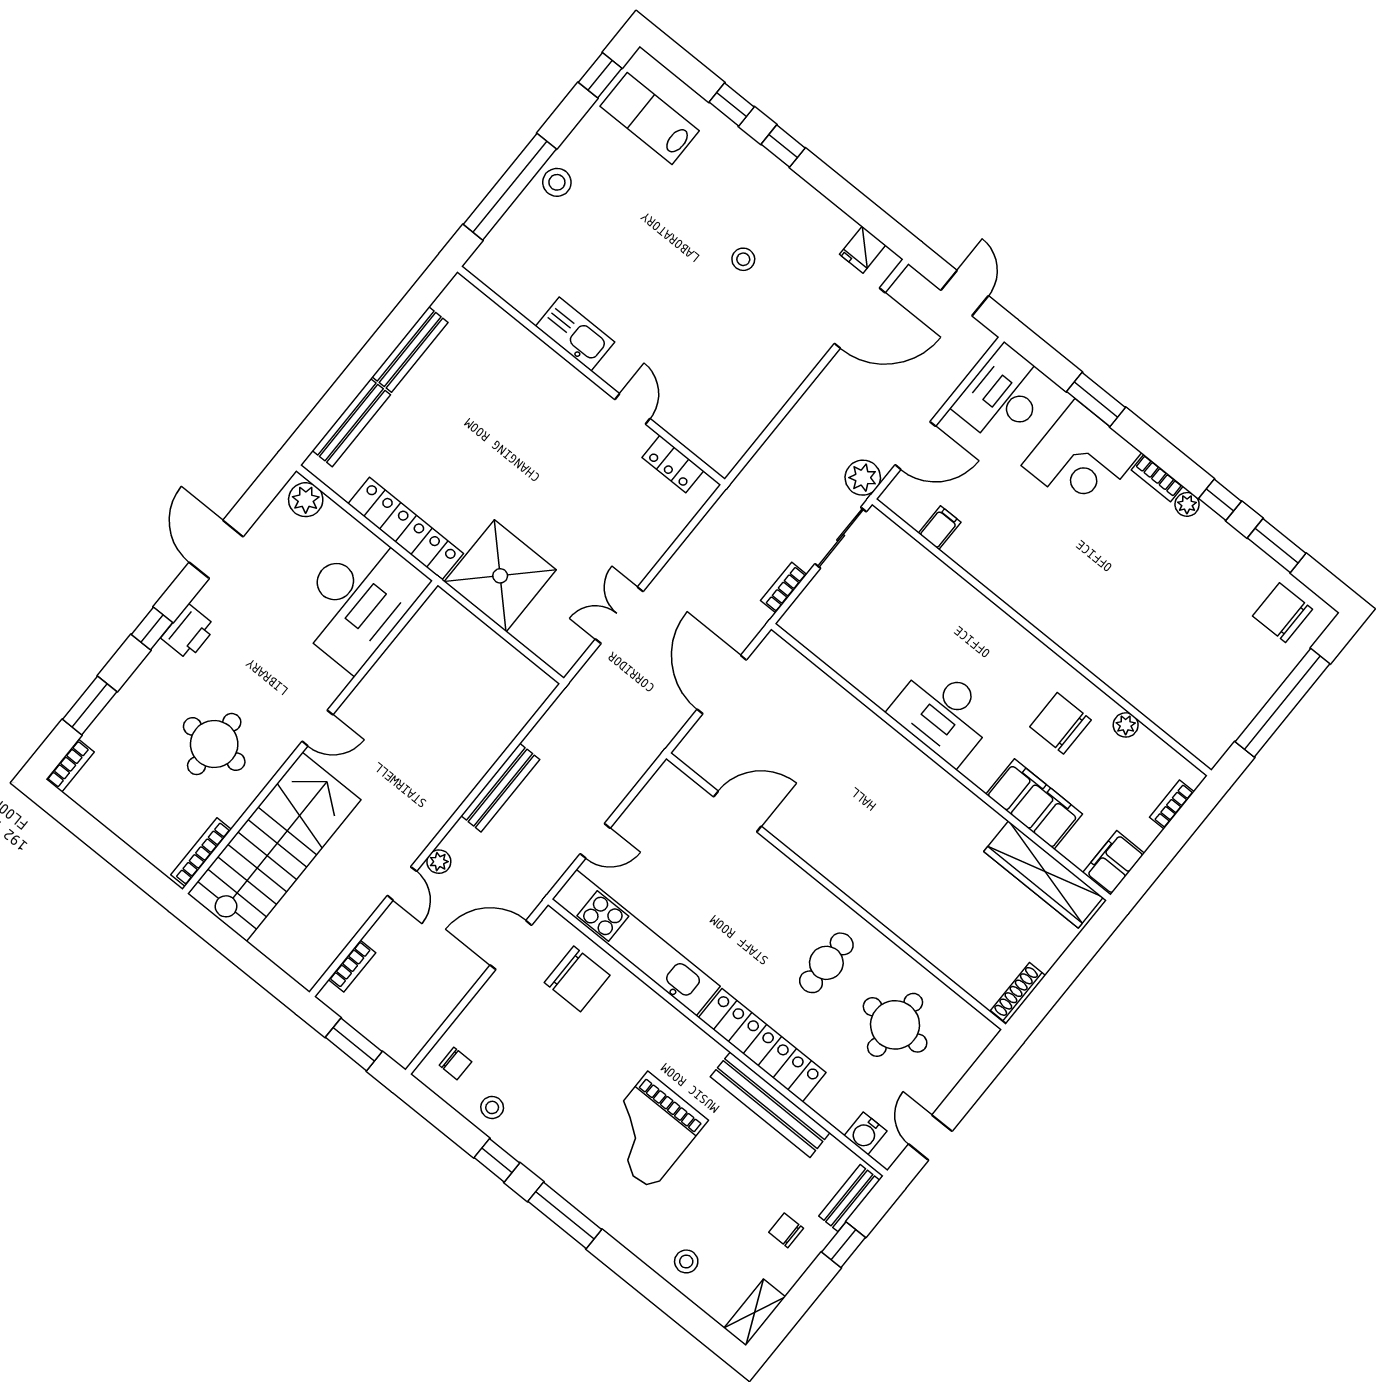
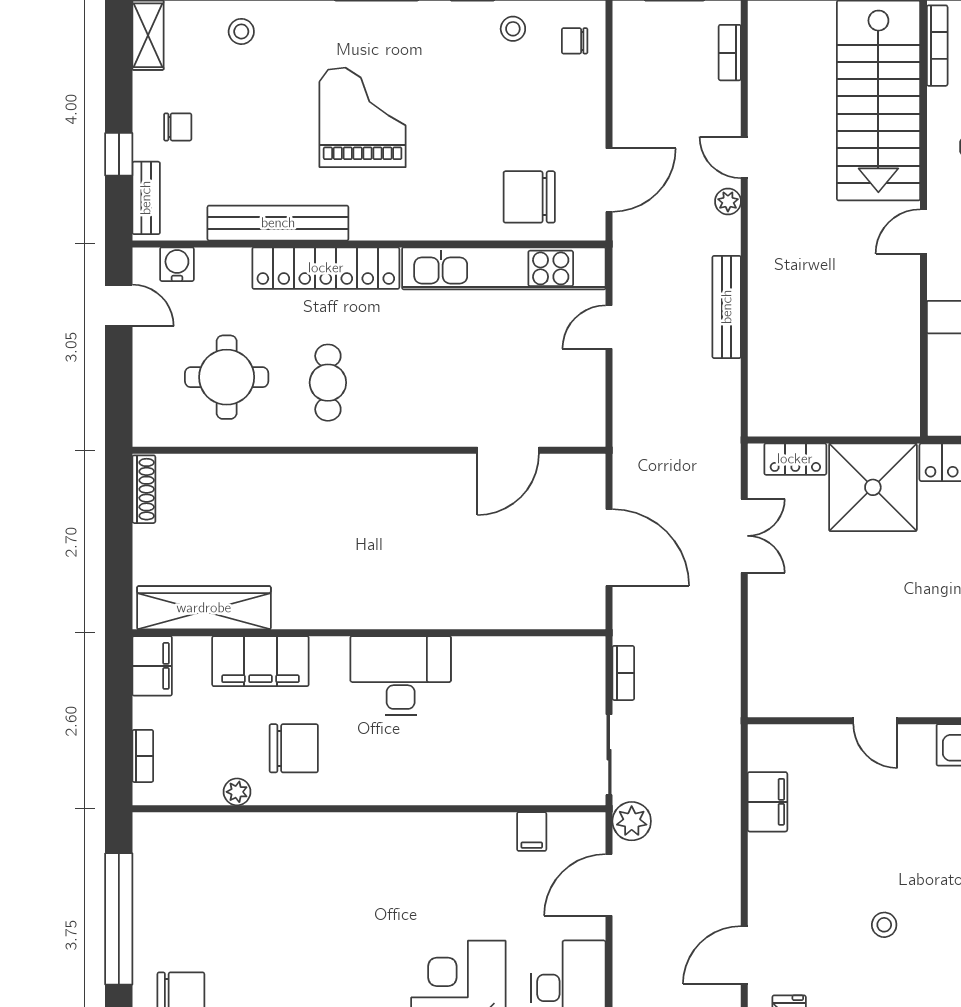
door: (860, 318) -> (744, 955), width x0.73
filing cabinet: (755, 413) -> (767, 802), added
locker: (673, 464) -> (795, 459), moved, turned 180

